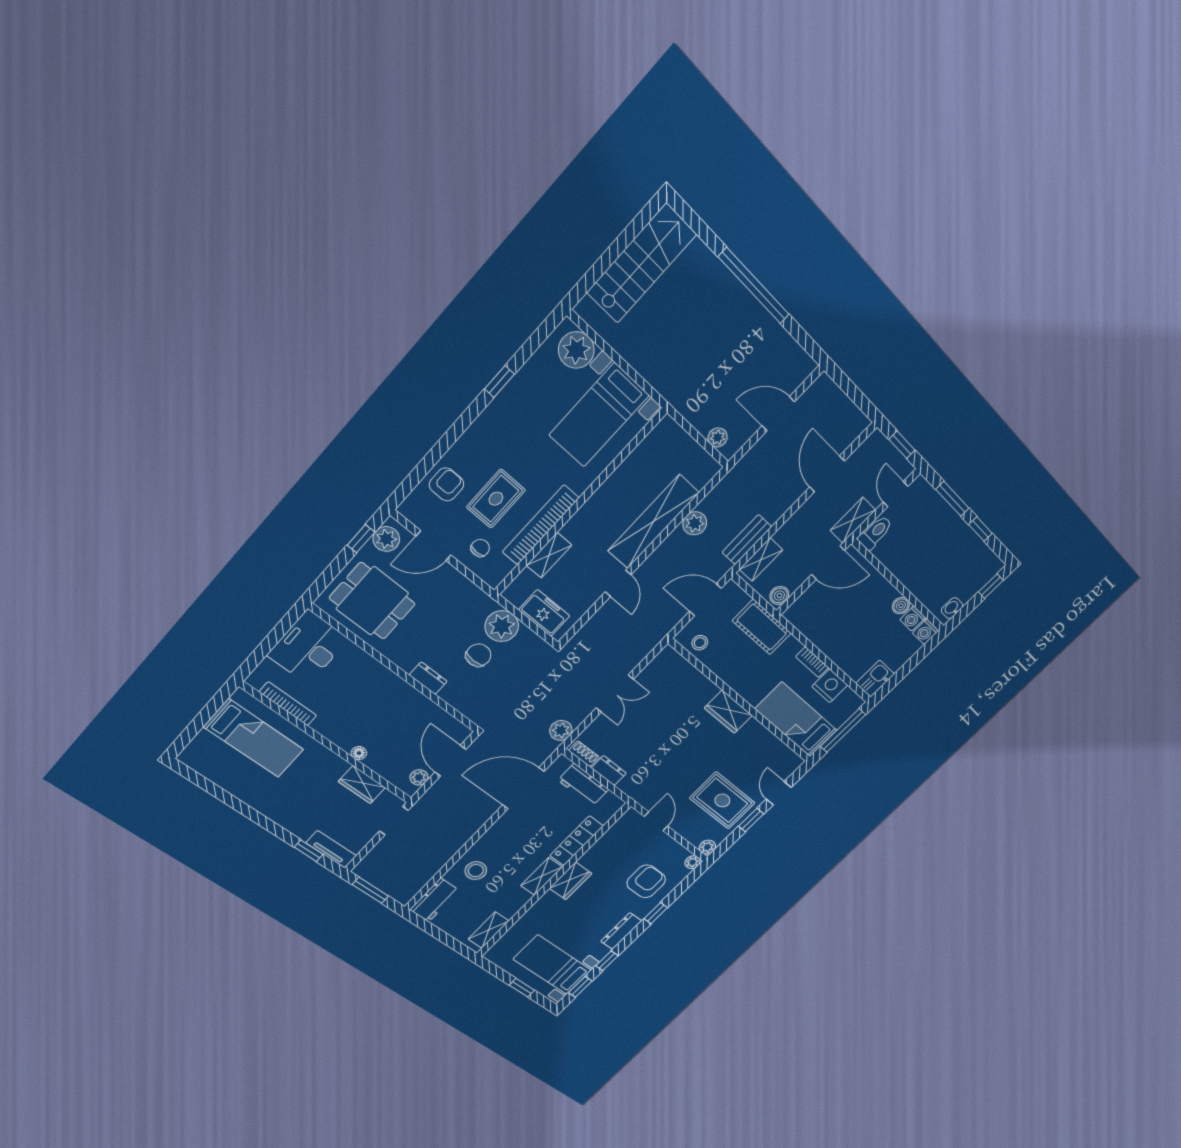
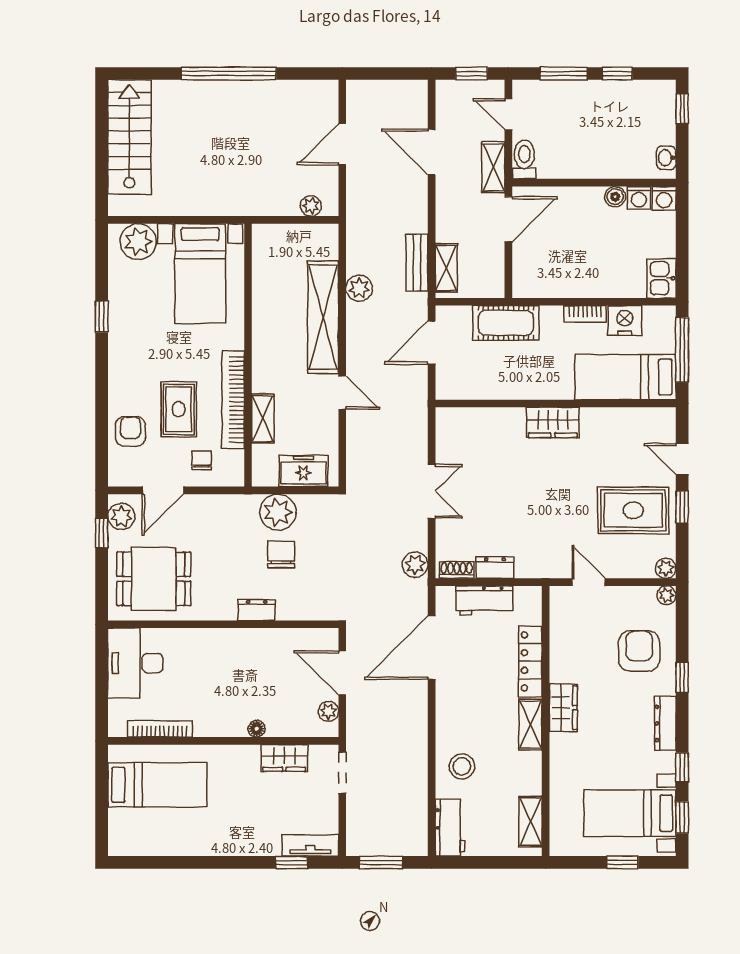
boiler: (779, 595) -> (494, 283), removed
stool: (700, 643) -> (464, 383), removed

